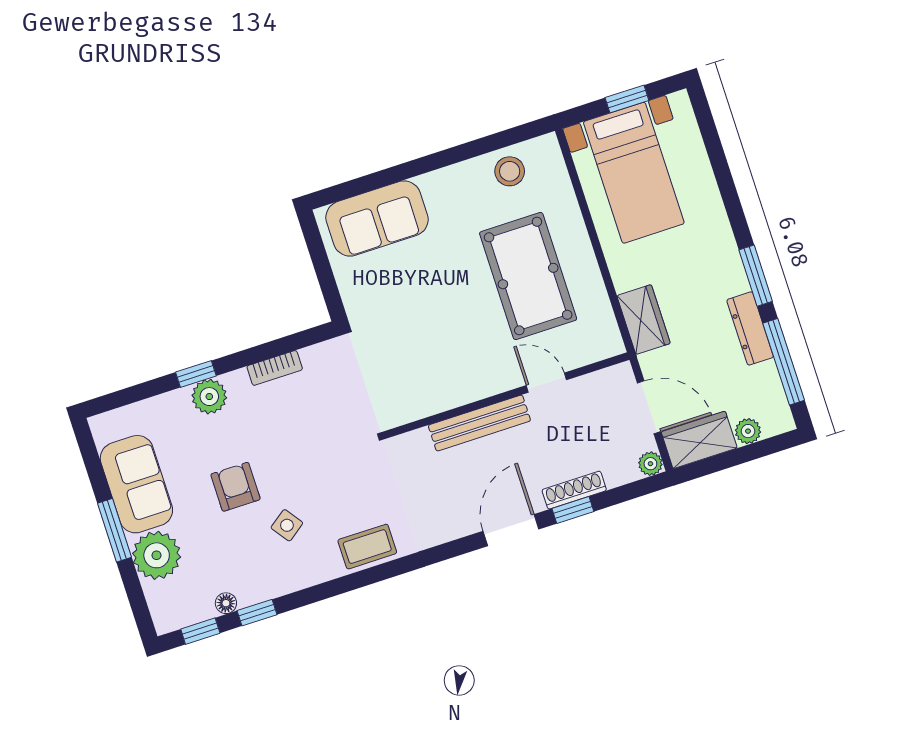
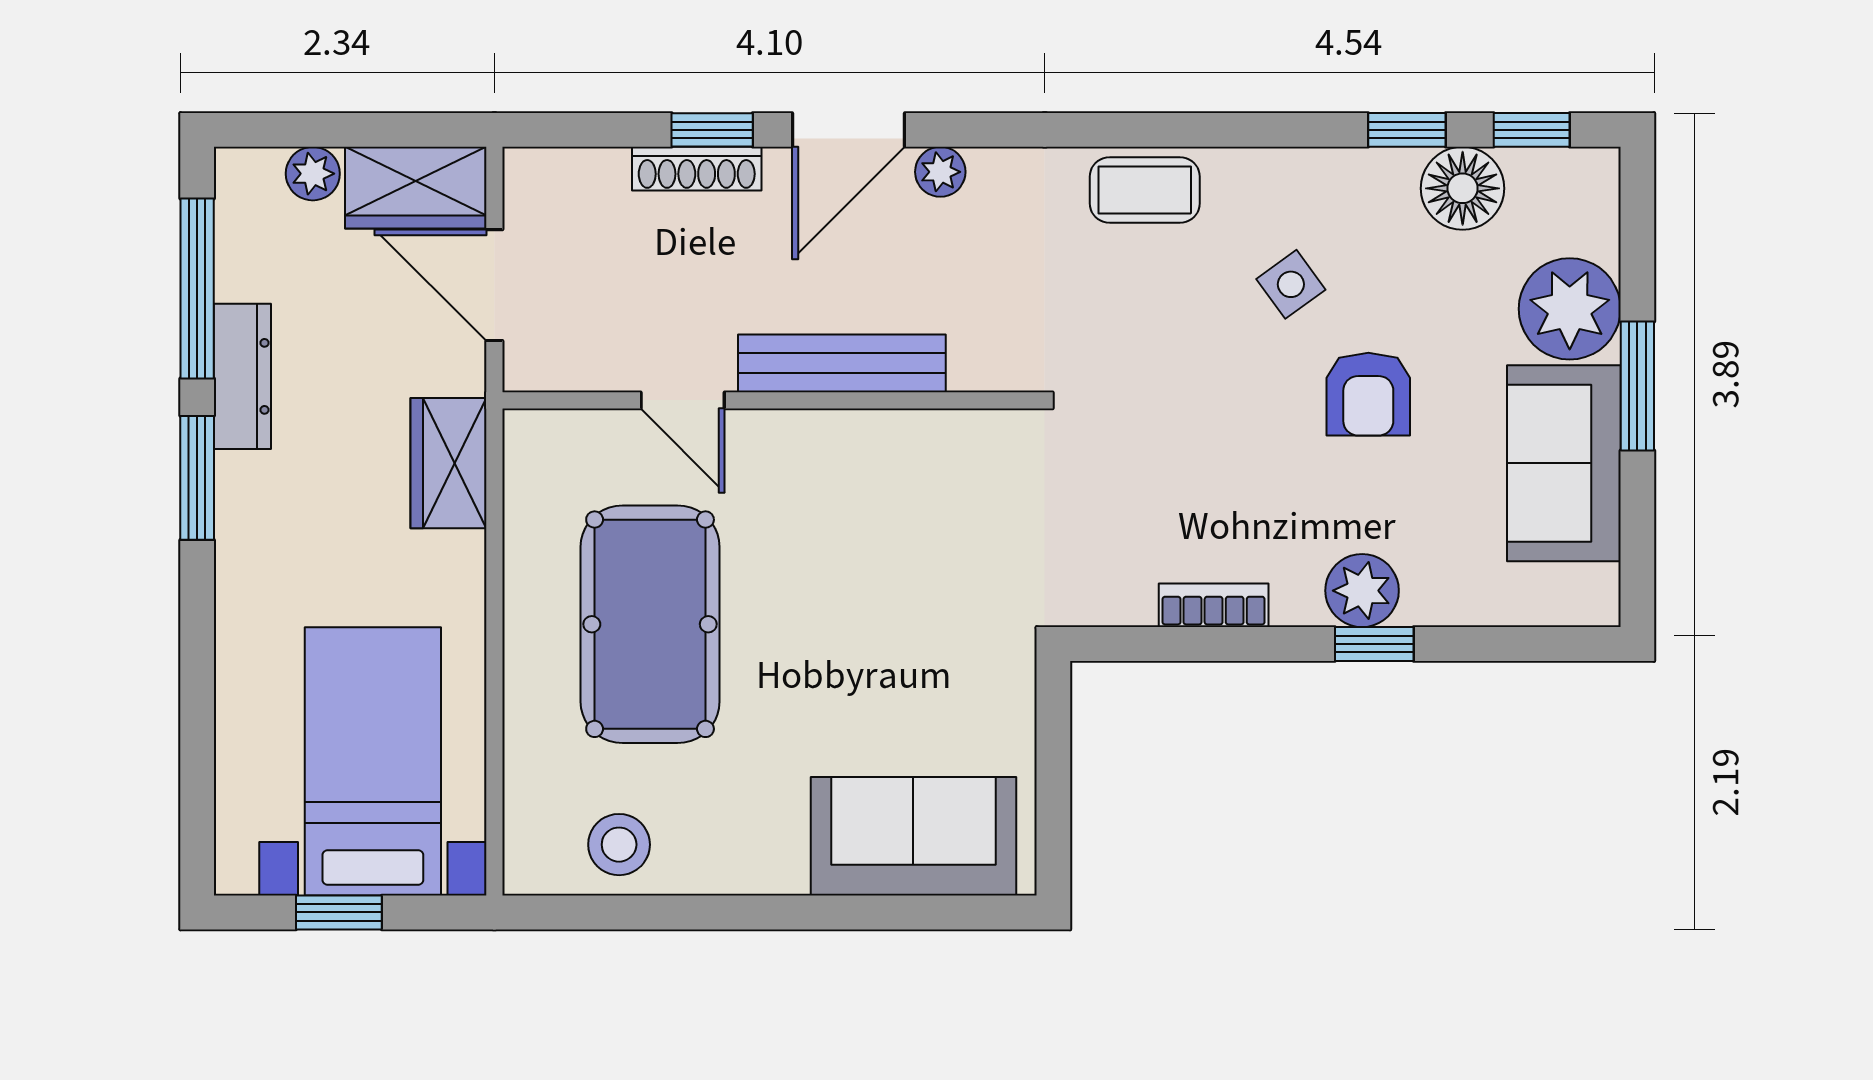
plant: (650, 464) -> (940, 172), moved
floor lamp: (226, 603) -> (1463, 188), width x1.89, depth x1.89

